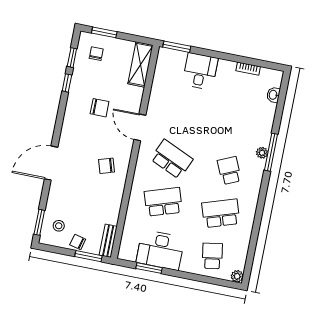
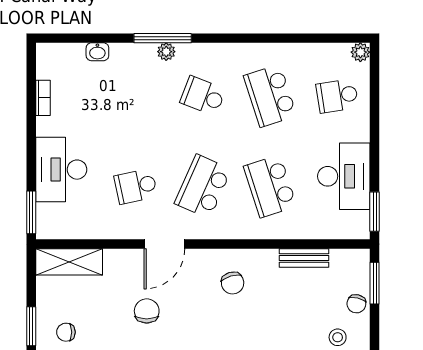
desk: (200, 71) -> (61, 170), width x1.37
washbasin: (273, 95) -> (97, 52), moved
school desk: (180, 116) -> (136, 186), added
school desk: (229, 171) -> (203, 96), turned 45
bench: (108, 241) -> (304, 258), moved
window: (149, 268) -> (375, 212), moved

